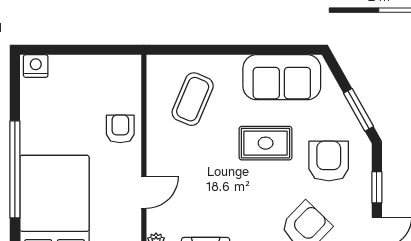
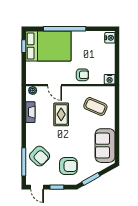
nightstand: (130, 67) -> (110, 79), added
rug: (266, 143) -> (61, 114), moved

